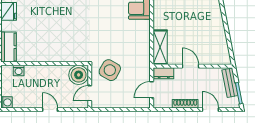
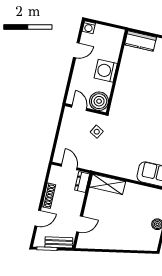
door: (190, 66) -> (80, 224), moved
washing machine: (19, 70) -> (106, 71), moved, width x1.89, depth x1.89
side table: (110, 70) -> (97, 132), width x0.54, depth x0.54
door: (50, 110) -> (76, 50), moved

